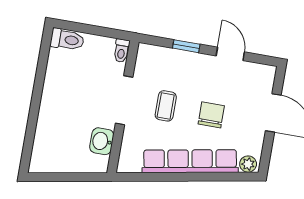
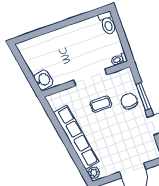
window: (186, 46) -> (143, 96), width x1.50
chair: (211, 115) -> (129, 101), moved, turned -90
washbasin: (102, 141) -> (43, 80), moved, turned 80

